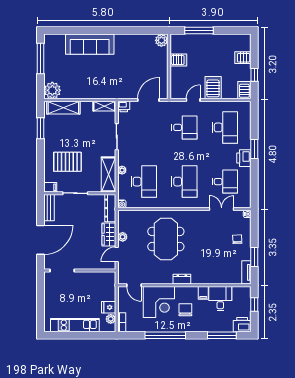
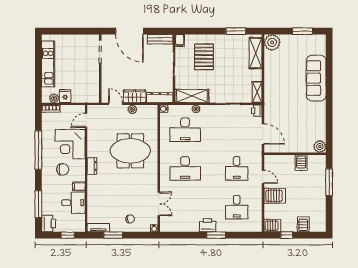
window: (40, 58) -> (303, 31), width x0.69
desk: (225, 127) -> (237, 207), width x0.73
desk: (225, 182) -> (185, 207), removed

